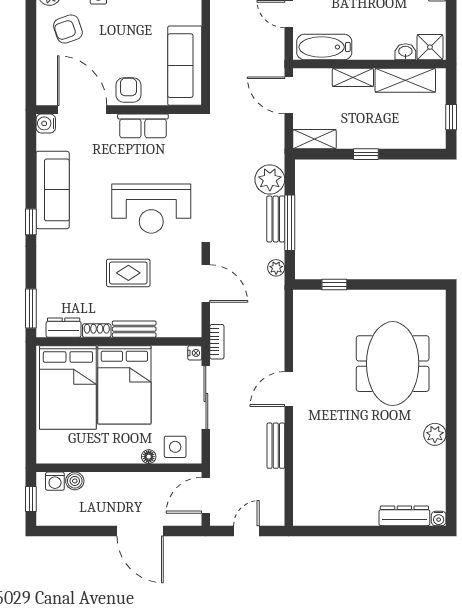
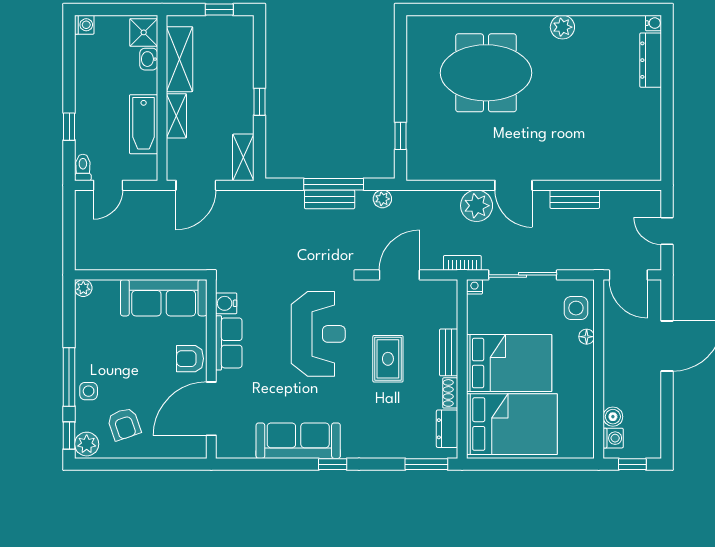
bathtub: (324, 47) -> (144, 124), moved
water cooler: (46, 123) -> (226, 303), moved, turned 90
plant: (270, 180) -> (477, 206), moved

